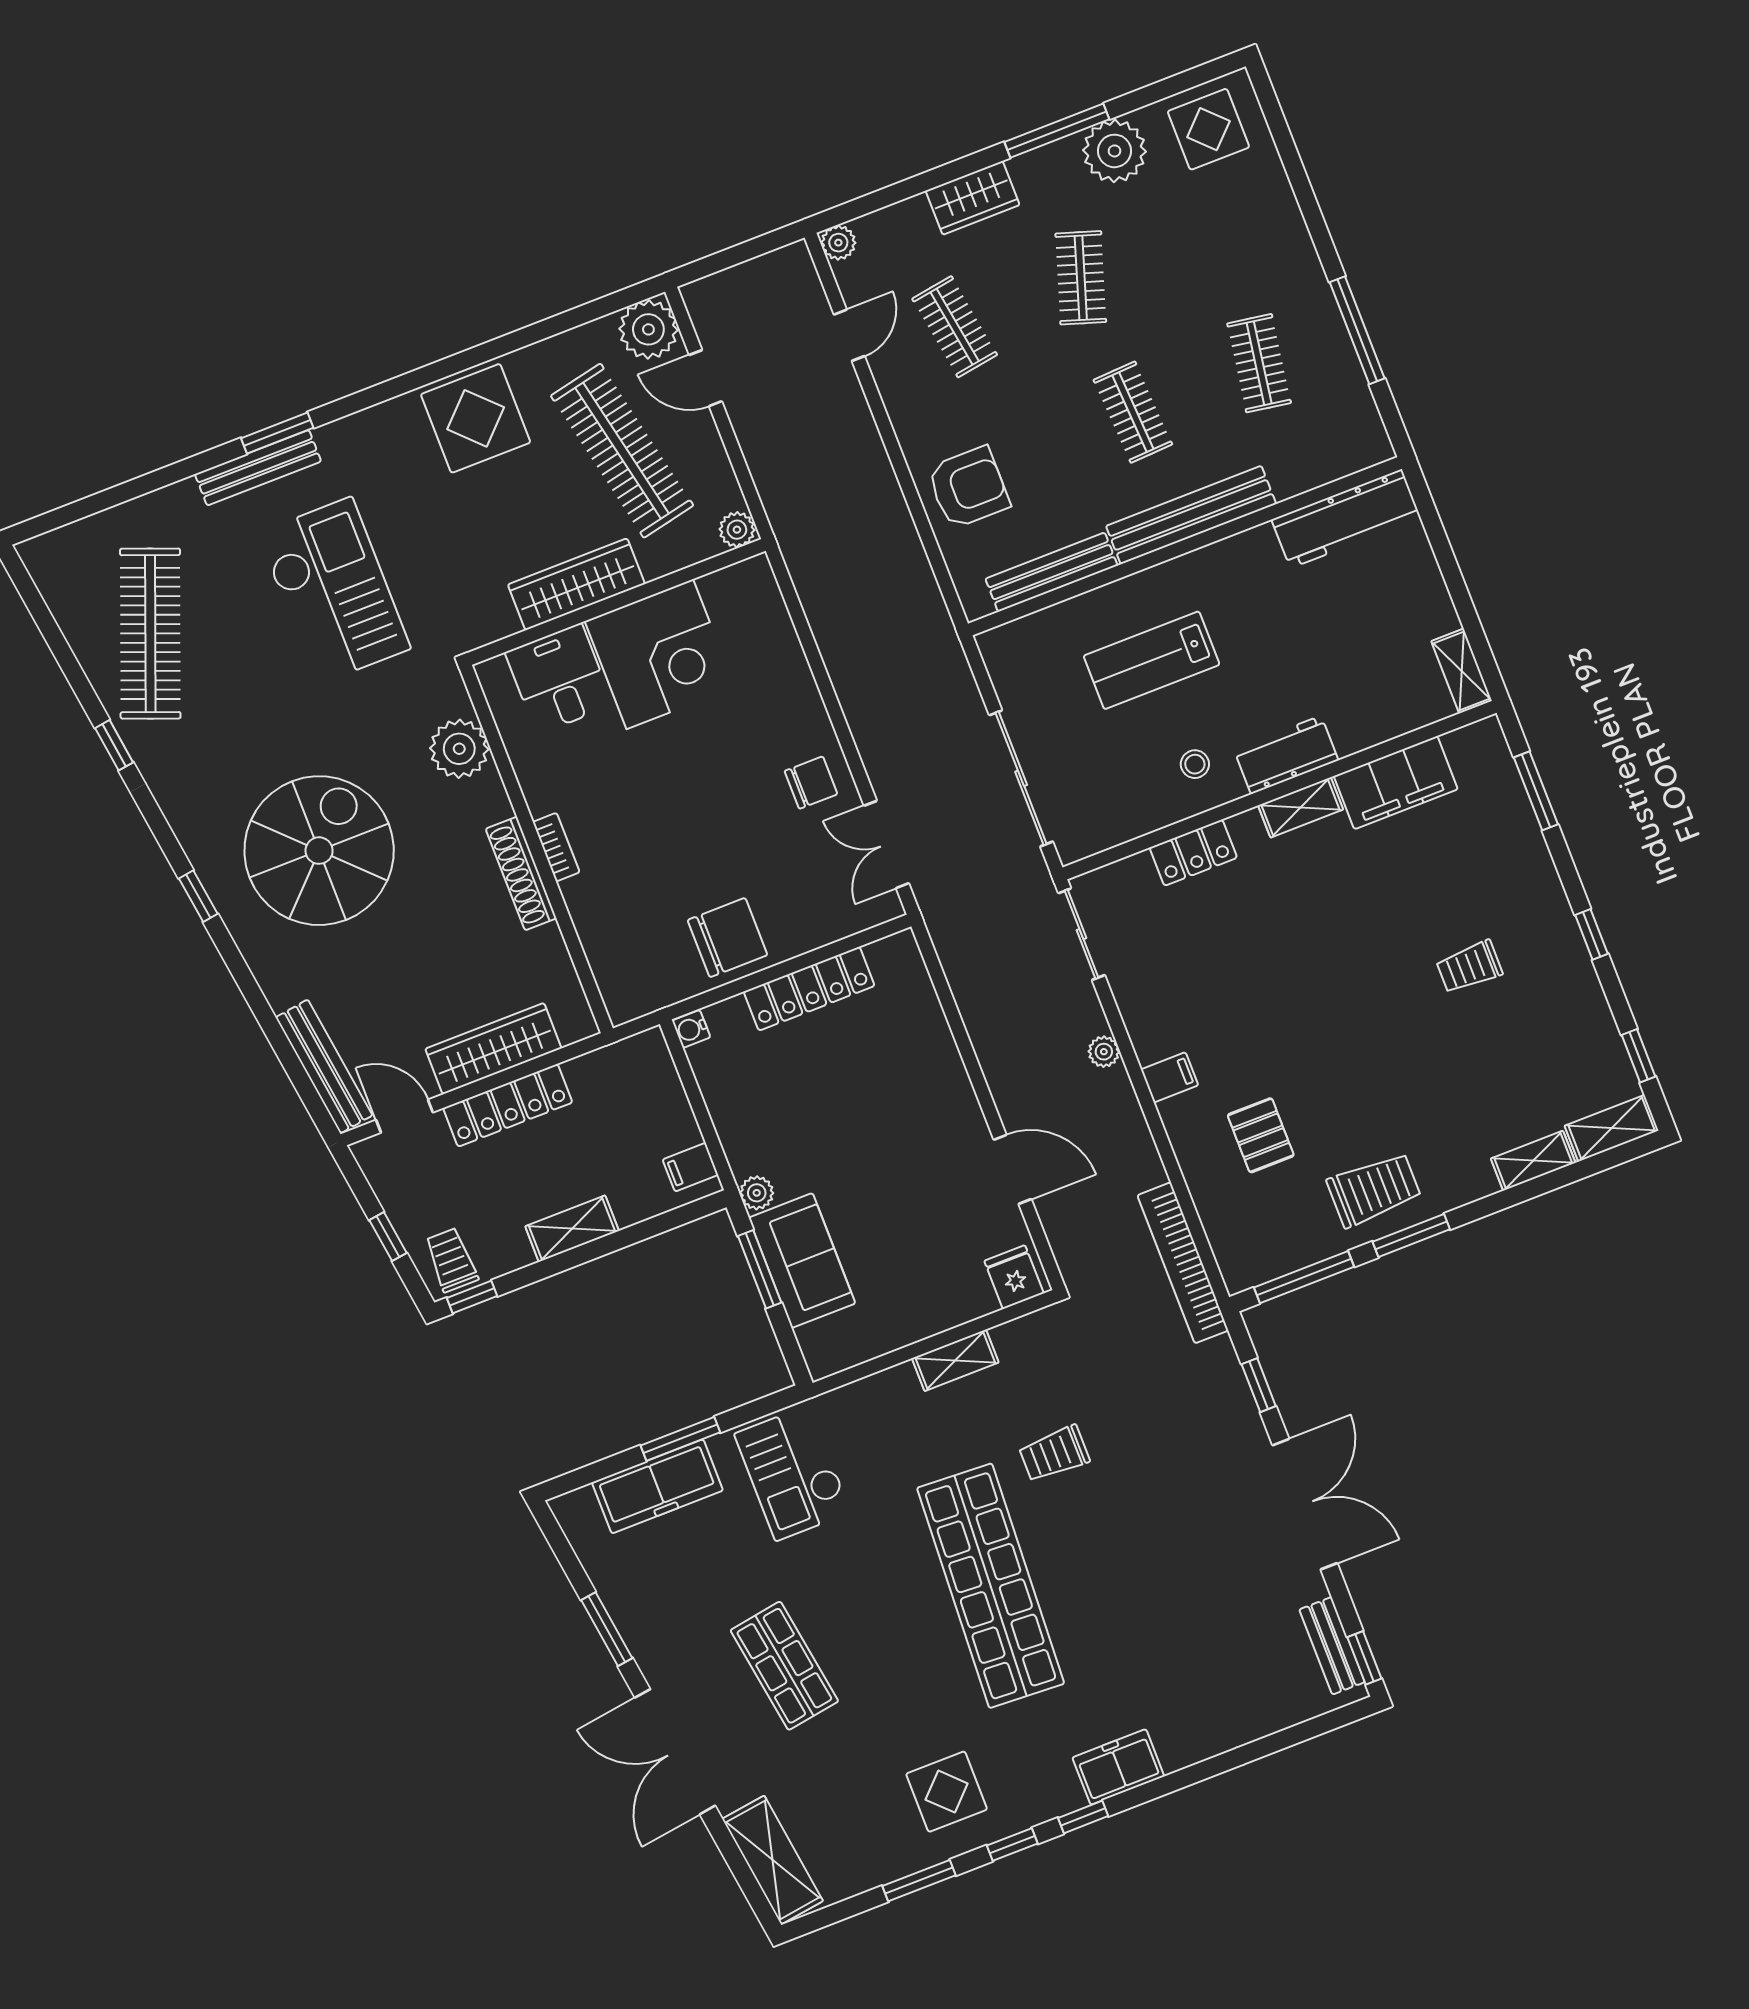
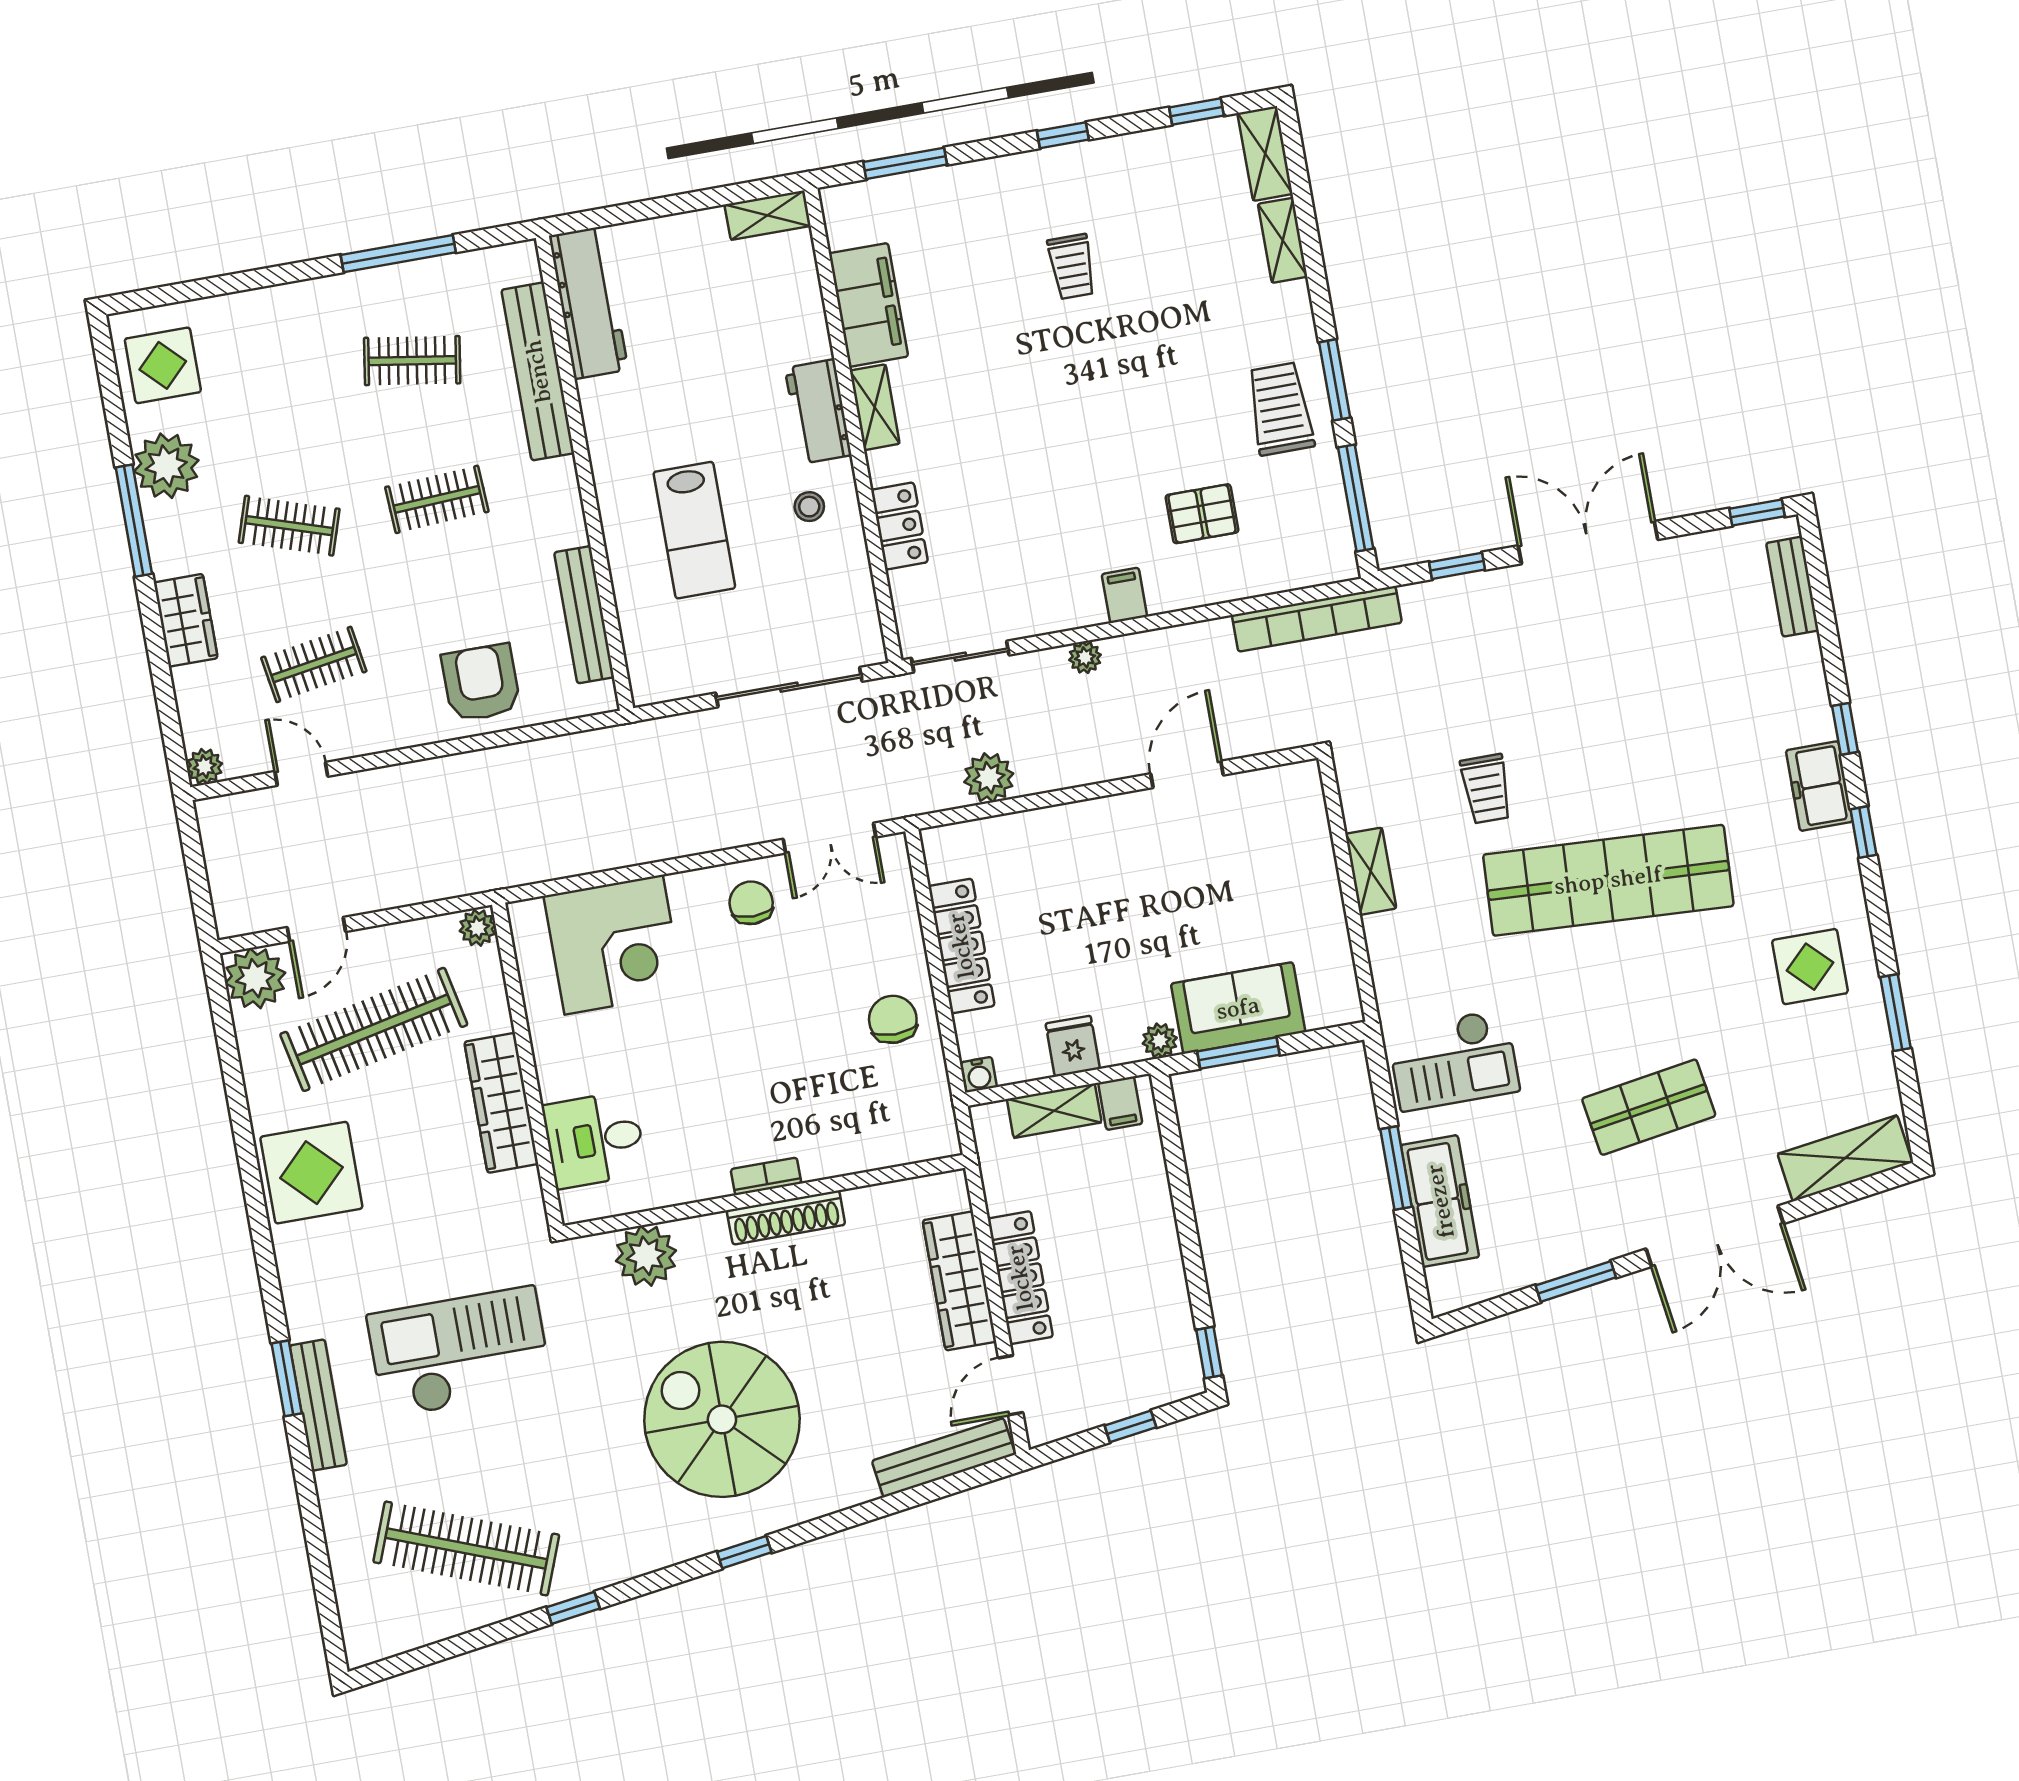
bench: (1191, 515) -> (538, 371), moved
corner desk: (660, 654) -> (614, 945), moved, turned 90
chair: (727, 938) -> (893, 1019), width x0.73, depth x0.73
plant: (973, 983) -> (989, 778), added
shelving: (572, 1229) -> (1054, 1111), moved, turned 90
trolley: (451, 1260) -> (1167, 1366), removed
fridge: (1014, 1277) -> (1073, 1046), moved, turned 90
bench: (1332, 1646) -> (1792, 587), moved, turned 90
window: (1012, 1845) -> (1845, 729), moved

